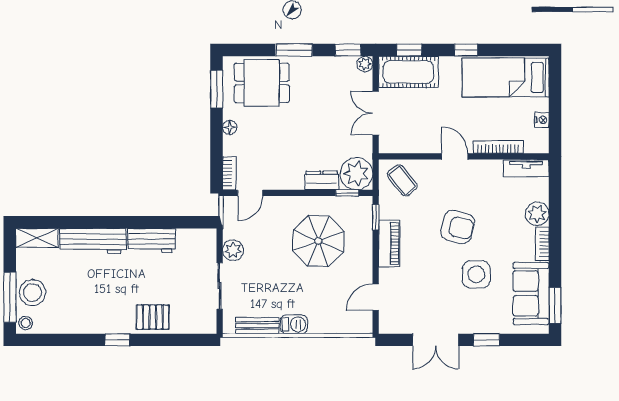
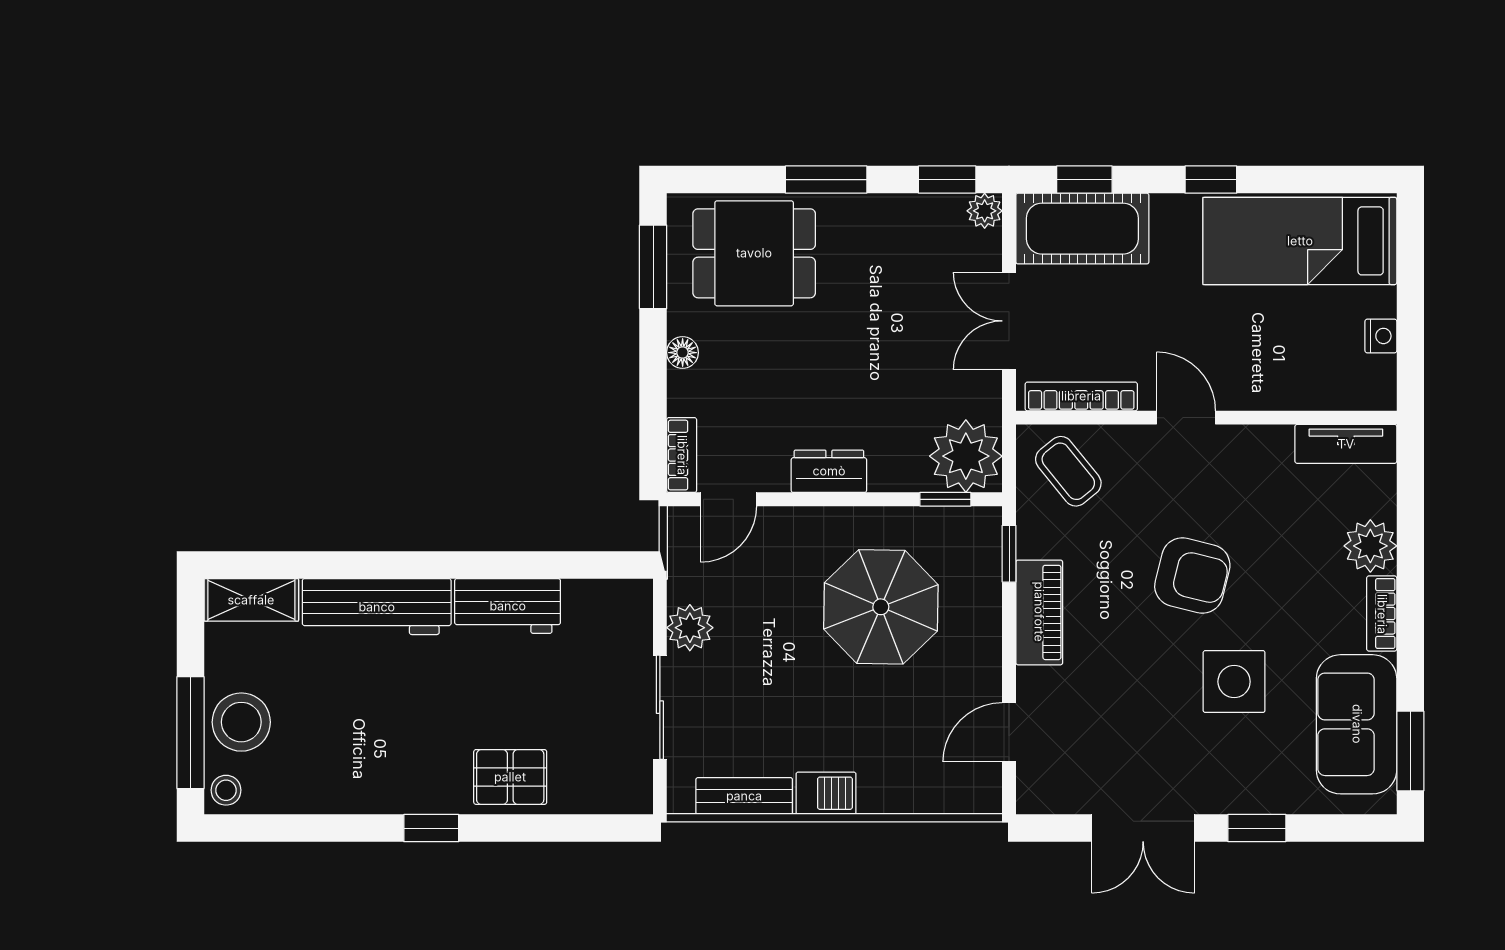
bookcase: (498, 147) -> (1081, 396), moved
dresser: (322, 180) -> (829, 471), moved

